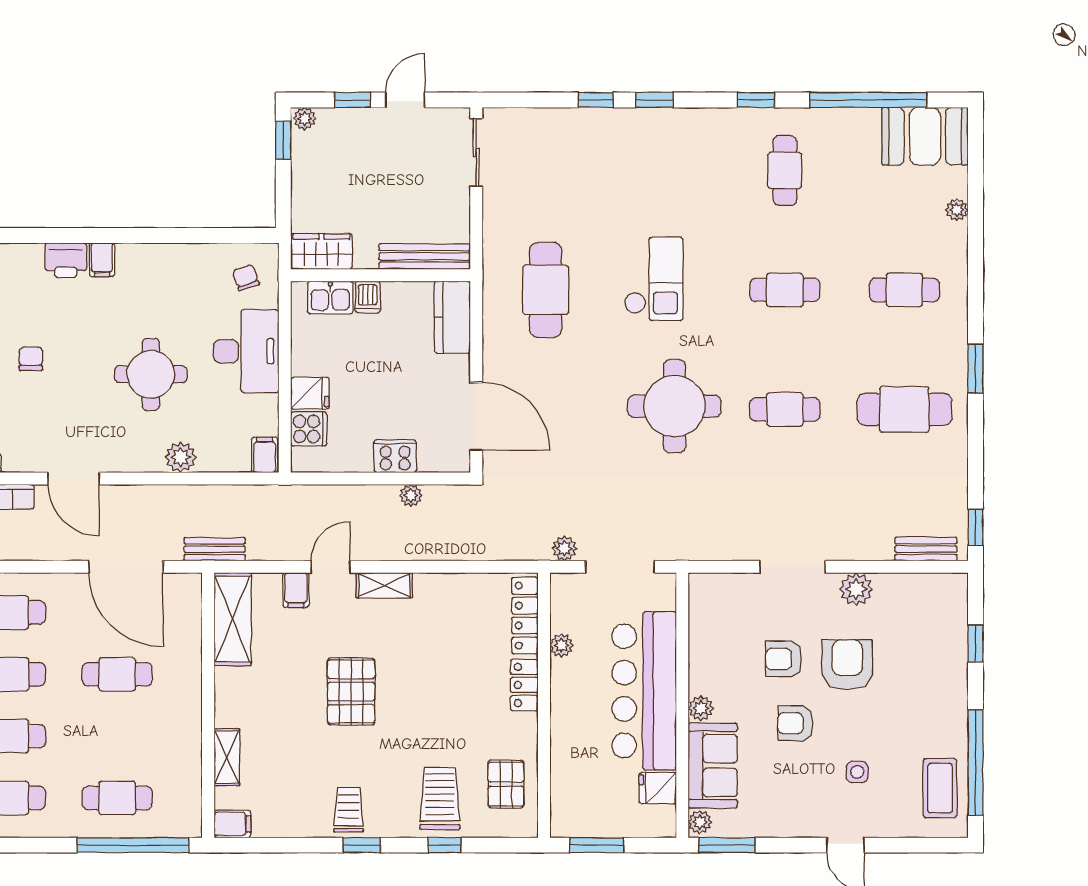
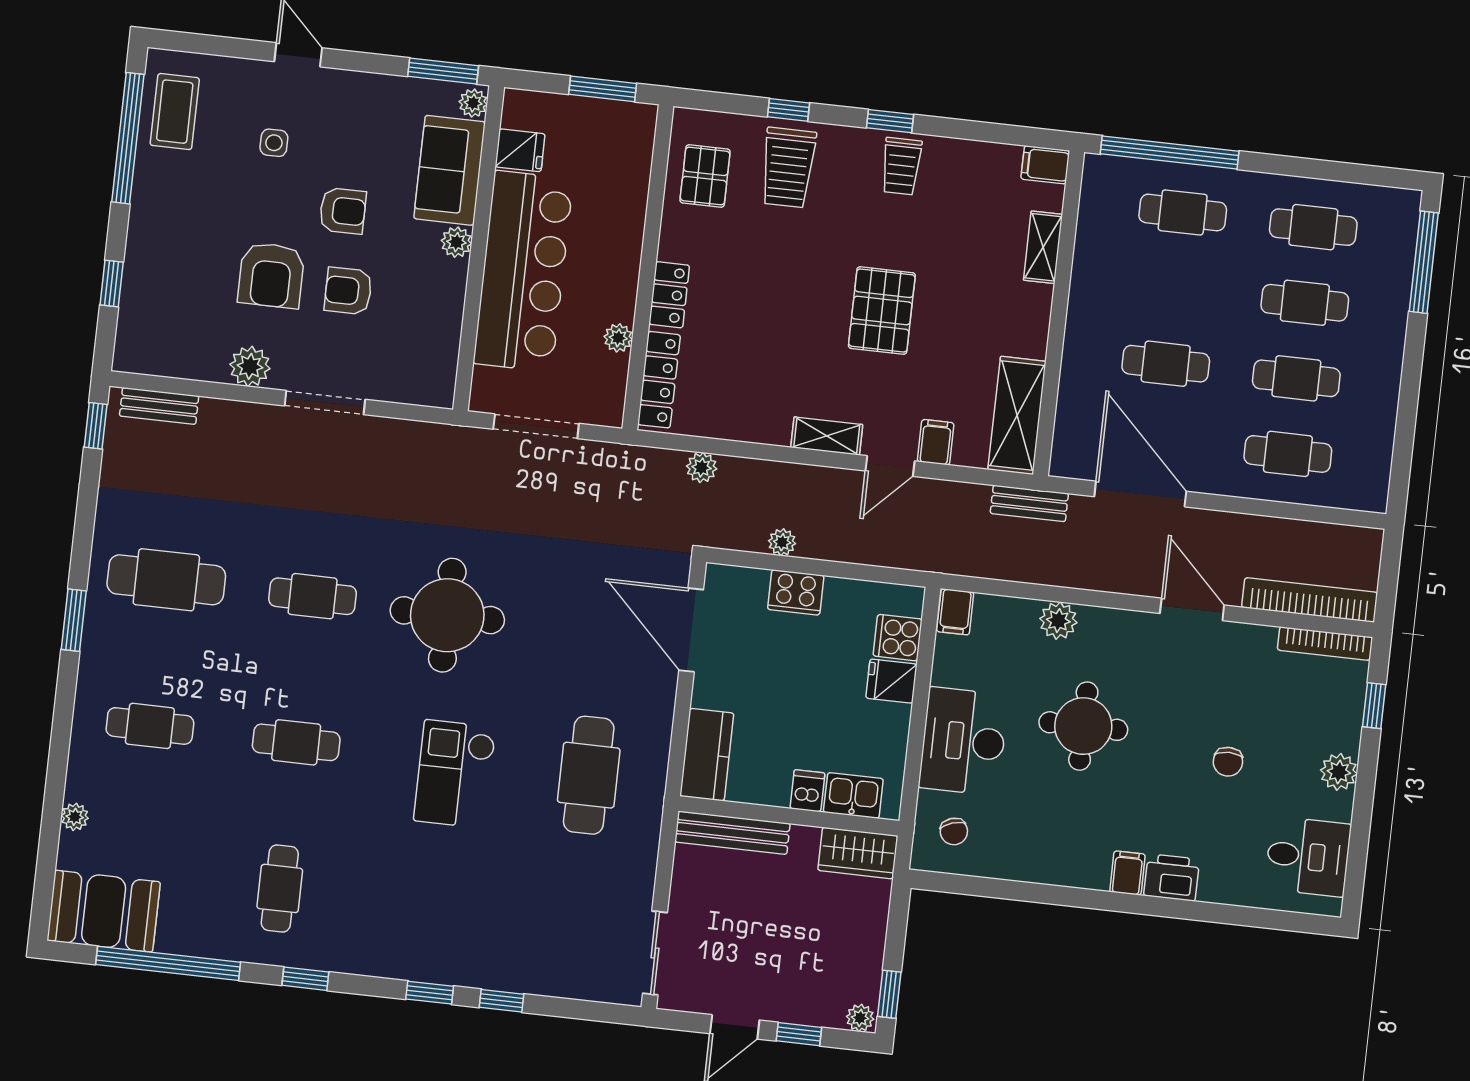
plant: (564, 548) -> (702, 467), moved
armchair: (784, 659) -> (348, 291), turned 180

